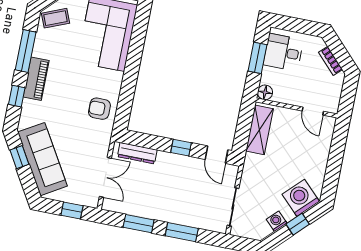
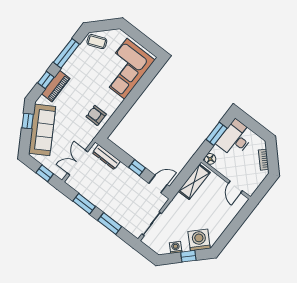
desk: (283, 52) -> (235, 139), width x1.37
piano: (36, 79) -> (56, 86), moved
door: (217, 155) -> (158, 184), swing flipped
double door: (105, 177) -> (77, 162), swing flipped

